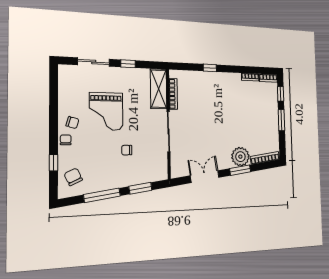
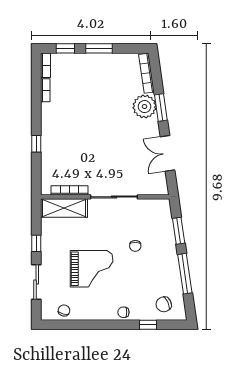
chair: (72, 123) -> (64, 310), moved

